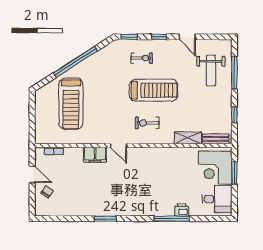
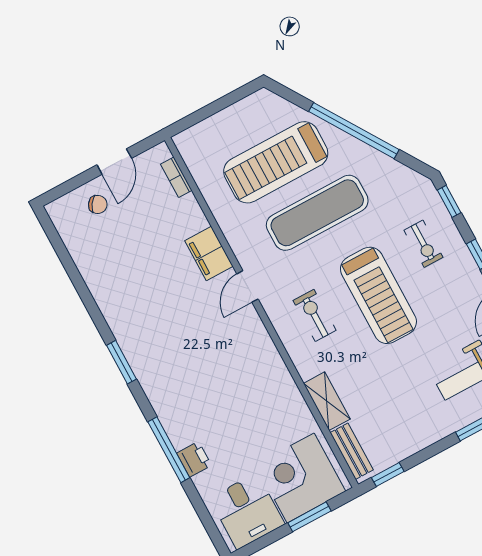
exercise mat: (103, 97) -> (317, 213), added
window: (234, 115) -> (388, 475), moved
window: (105, 219) -> (121, 362), moved

